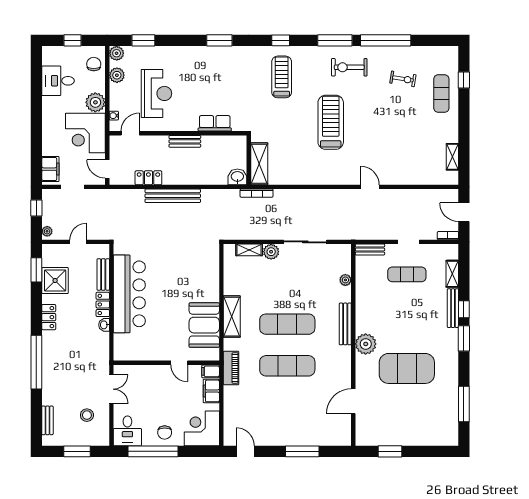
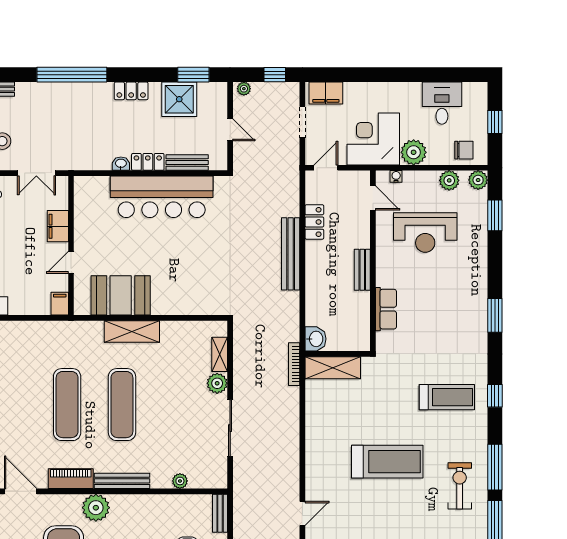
piano: (231, 368) -> (71, 479), moved, turned 180
filing cabinet: (211, 391) -> (58, 226), moved, turned -90

